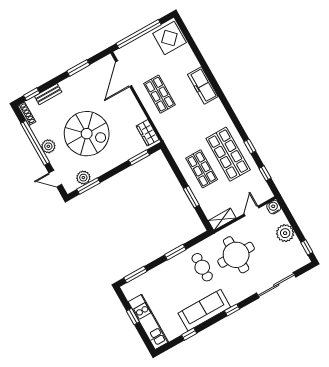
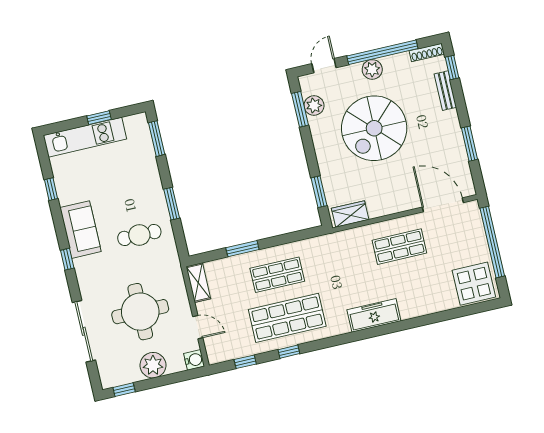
freezer: (203, 85) -> (374, 315), moved
round table: (236, 255) -> (140, 312), moved
sofa: (204, 310) -> (81, 230), width x0.73

